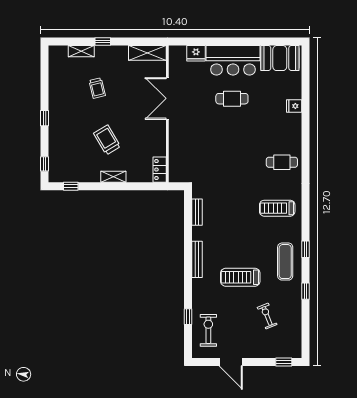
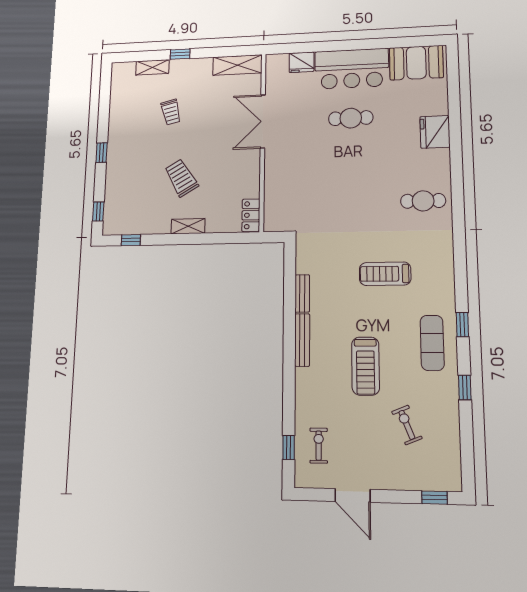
fridge: (294, 106) -> (435, 132), width x1.88, depth x1.34
treadmill: (277, 208) -> (385, 274), moved
bench: (197, 212) -> (302, 293), moved
treadmill: (240, 277) -> (365, 366), turned -90
window: (188, 317) -> (289, 447), moved
exercise bike: (208, 330) -> (319, 446), width x0.73, depth x0.72

